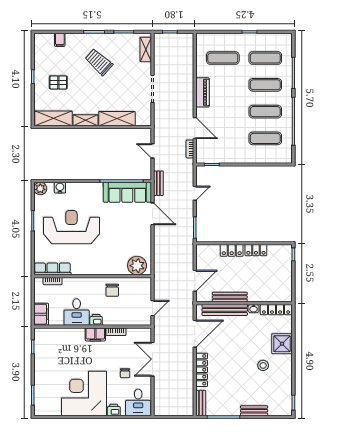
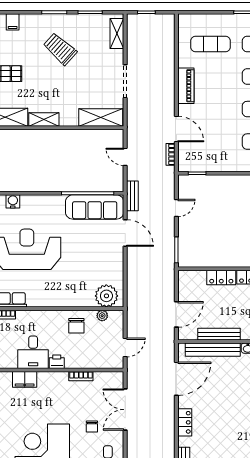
shelving: (117, 119) -> (101, 117), moved
plant: (134, 282) -> (102, 316), added
filing cabinet: (95, 334) -> (25, 379), moved
locker: (202, 370) -> (185, 422), width x0.66

